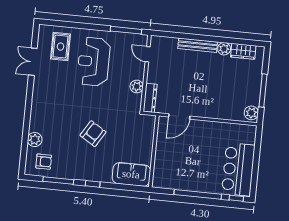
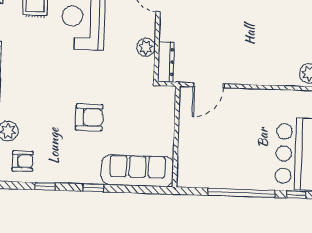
armchair: (93, 134) -> (89, 117), turned 58
sofa: (131, 174) -> (137, 171), width x1.36
window: (58, 180) -> (45, 186), width x0.46

